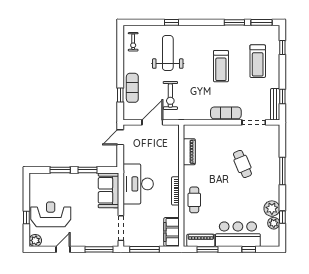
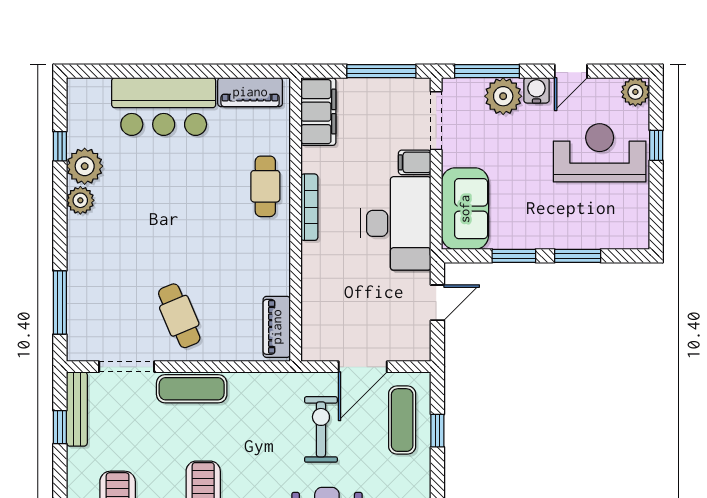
exercise mat: (132, 88) -> (402, 420), moved
door: (120, 137) -> (437, 303), moved
piano: (189, 152) -> (277, 327), moved
cafe table: (242, 164) -> (179, 316), moved
window: (282, 171) -> (60, 302), moved
filing cabinet: (130, 210) -> (415, 162), added
reception desk: (51, 214) -> (600, 153), turned 180
plant: (274, 223) -> (80, 200), moved
plant: (92, 239) -> (503, 96), added
water cooler: (78, 241) -> (536, 90), added
window: (208, 249) -> (234, 71), removed
window: (249, 249) -> (138, 71), removed

